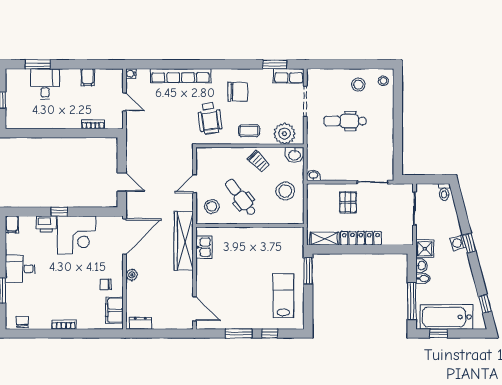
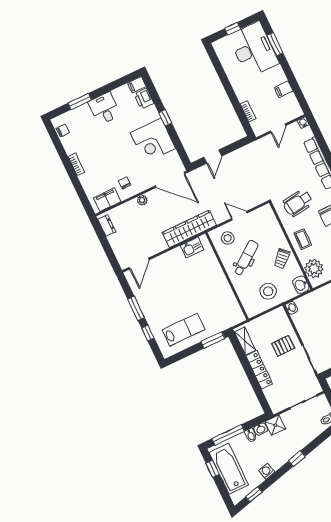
desk: (45, 84) -> (254, 49), width x1.87, depth x1.30
printer: (46, 224) -> (144, 99), moved
washing machine: (458, 243) -> (267, 471), moved

